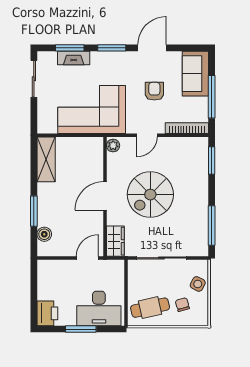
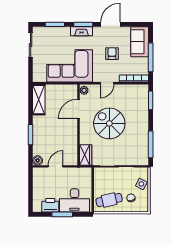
fireplace: (74, 58) -> (81, 31), moved
spiral stairs: (150, 195) -> (109, 123), turned 90
door: (105, 196) -> (79, 109), moved
boiler: (44, 234) -> (38, 160), moved
door: (87, 258) -> (56, 166), moved
printer: (47, 313) -> (50, 205), moved, turned -90

